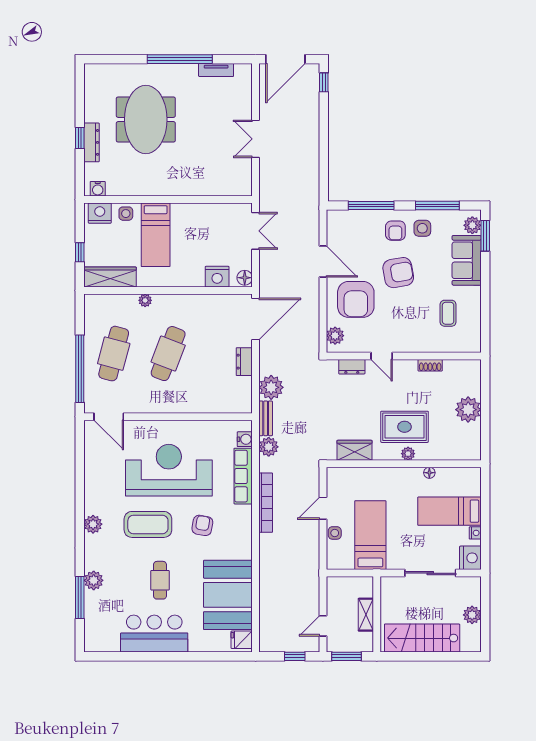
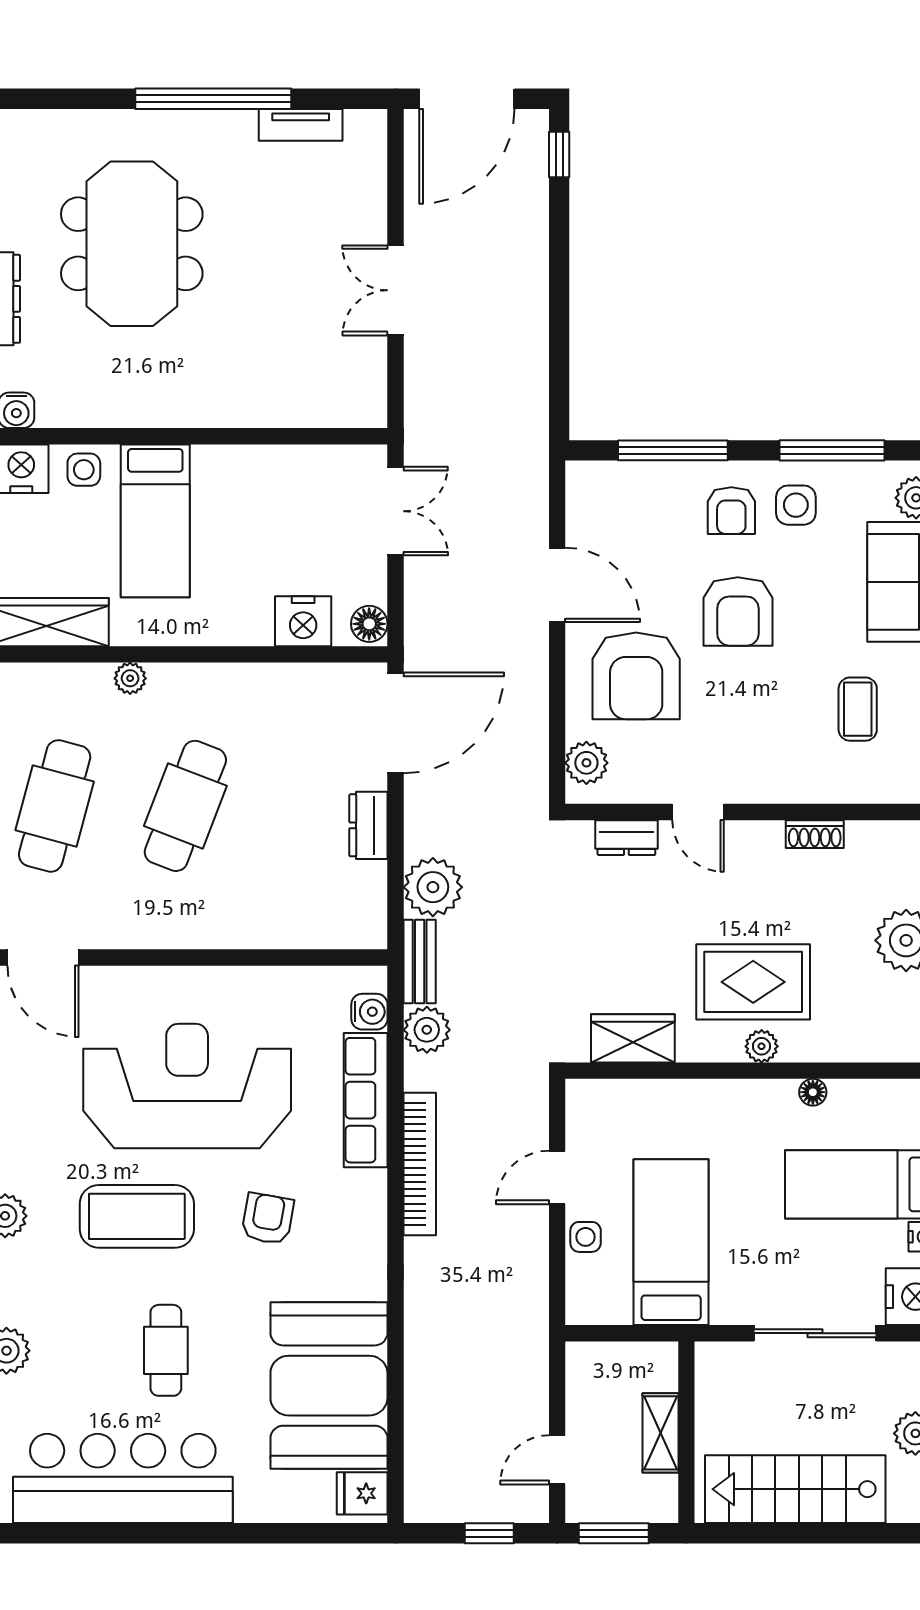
armchair: (398, 273) -> (738, 611), turned 100
bar counter: (154, 634) -> (123, 1478), width x1.36

